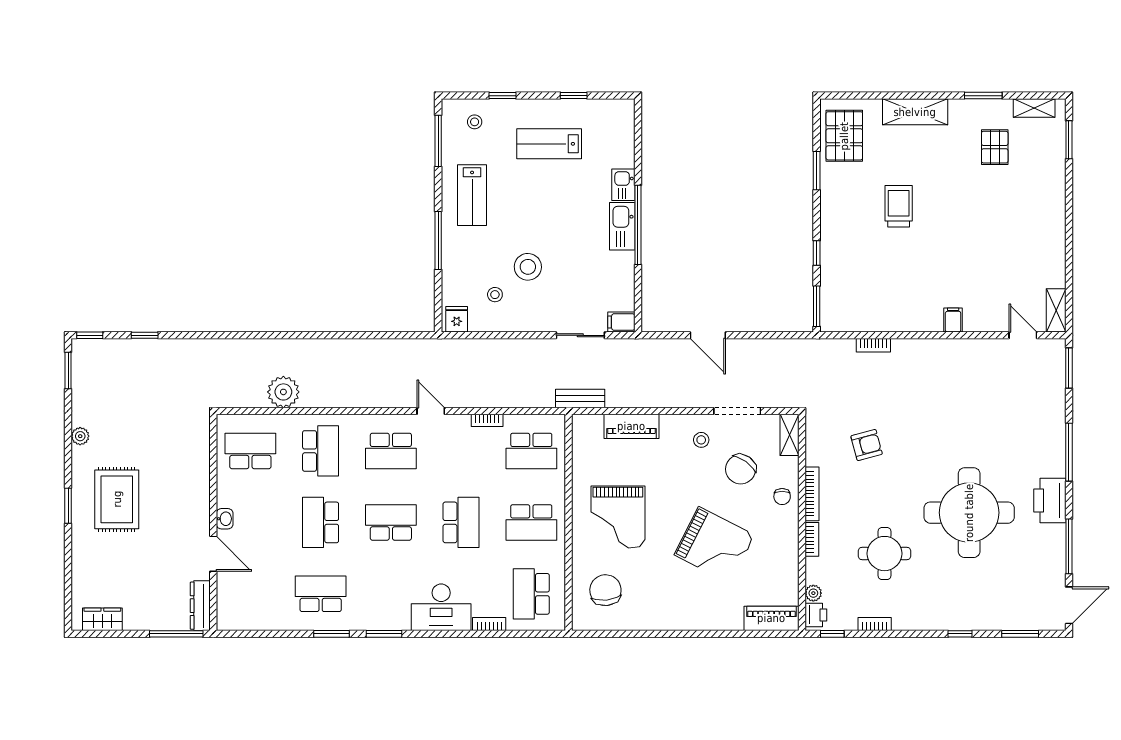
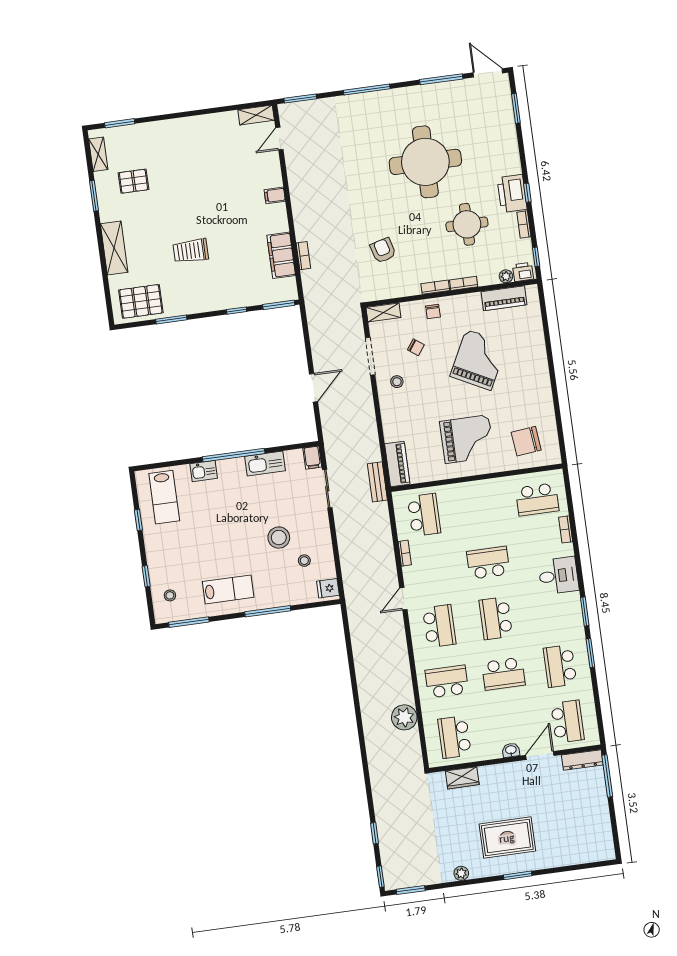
lab bench: (549, 144) -> (164, 497), moved
kitchen sink: (622, 226) -> (265, 463), moved
filing cabinet: (878, 318) -> (281, 255), added
piano: (631, 426) -> (397, 464), moved
chair: (741, 469) -> (416, 347), width x0.54, depth x0.54
bookcase: (812, 494) -> (435, 287), width x0.64
chair: (782, 497) -> (433, 312), turned 90
printer: (1050, 500) -> (512, 193), moved, turned 90
school desk: (531, 522) -> (568, 722), moved
desk: (441, 607) -> (558, 576), width x0.73
piano: (771, 618) -> (504, 298), moved, turned -90
wardrobe: (102, 619) -> (462, 778), moved, turned -90
window: (960, 634) -> (527, 193), moved

